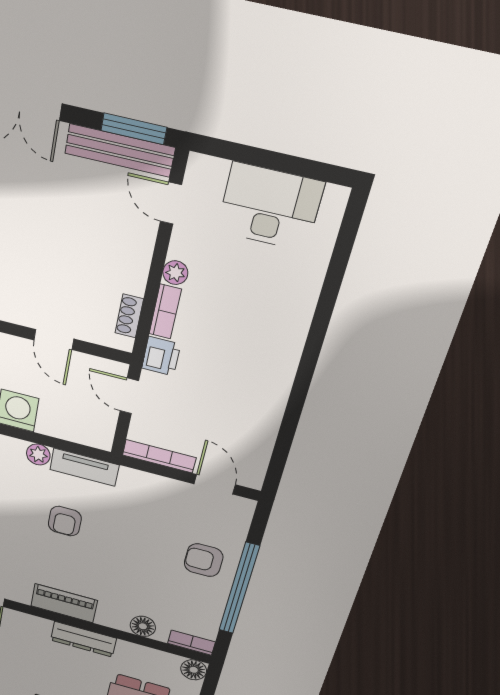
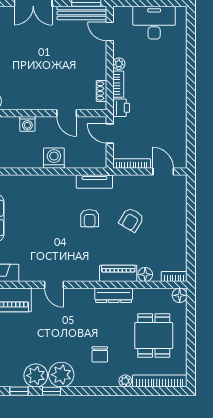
plant: (38, 454) -> (69, 181), removed
armchair: (204, 560) -> (131, 220), moved, turned -59
window: (239, 589) -> (191, 232), removed
piano: (64, 603) -> (118, 273), moved

